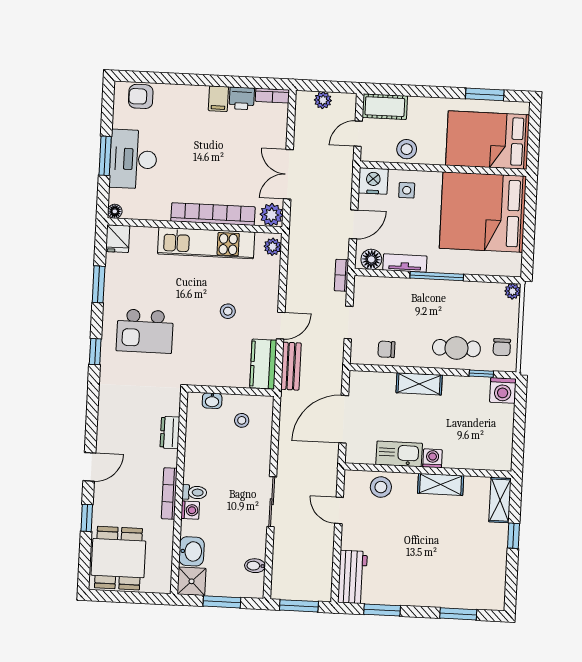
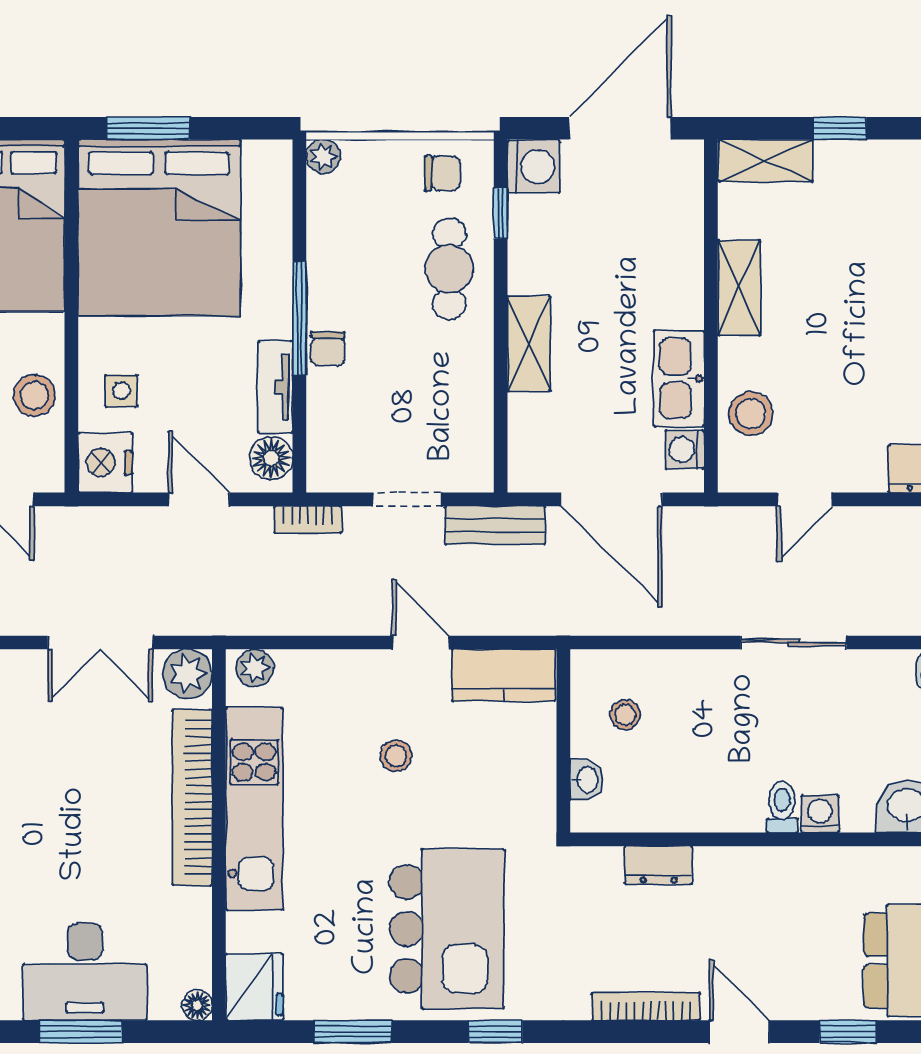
window: (530, 209) -> (148, 128), added
fridge: (118, 239) -> (254, 987), width x1.38
kitchen island: (145, 331) -> (447, 929), width x1.37, depth x1.28
chair: (386, 349) -> (328, 349), moved
bench: (291, 366) -> (495, 525), moved
door: (519, 432) -> (620, 128), added
washing machine: (433, 458) -> (685, 450), moved
bookcase: (169, 494) -> (646, 1007), moved, turned 180

